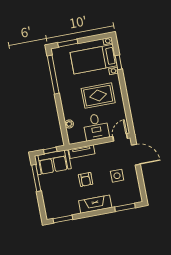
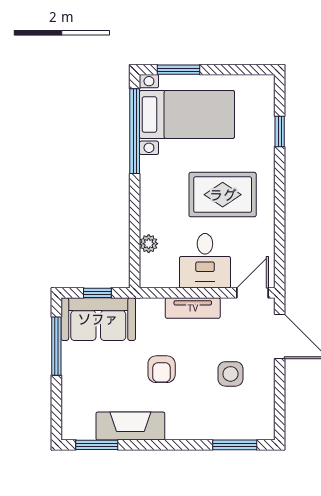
bed with nightstands: (94, 59) -> (187, 114), moved, turned 180
tv unit: (82, 152) -> (193, 308), moved
fireplace: (95, 204) -> (130, 426), moved

